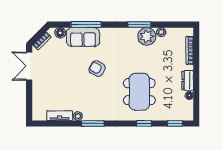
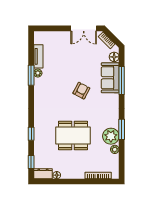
double door: (29, 66) -> (84, 28), swing flipped
dresser: (188, 80) -> (43, 174), moved
dining table: (139, 92) -> (73, 136), moved
window: (93, 123) -> (31, 75), moved

